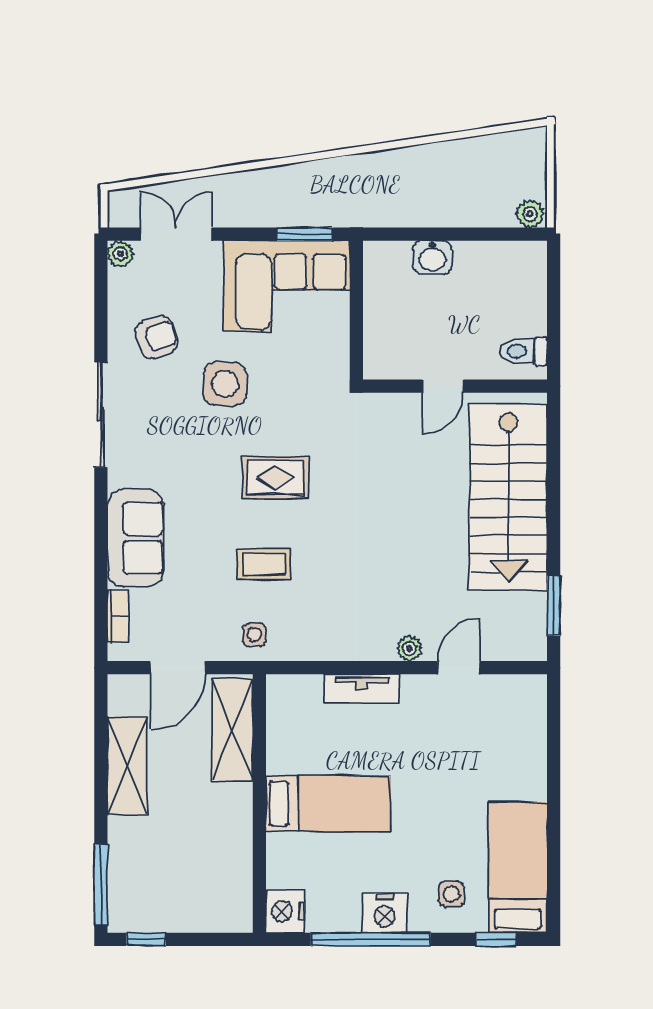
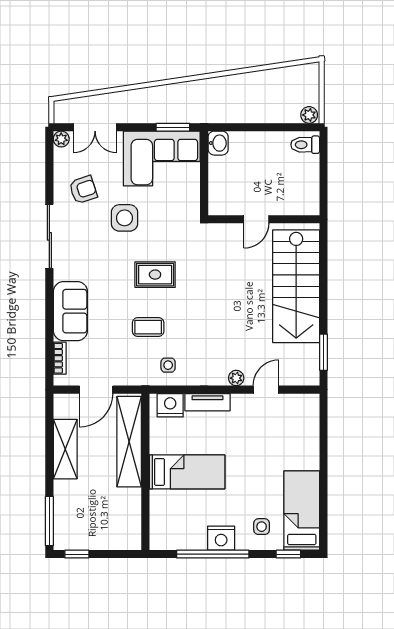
double door: (176, 234) -> (95, 127), swing flipped
washbasin: (433, 257) -> (218, 143), moved, turned -90
toilet: (523, 351) -> (305, 145), moved
side table: (254, 635) -> (168, 365), moved
shelving: (232, 730) -> (129, 442), width x1.47
nightstand: (285, 911) -> (170, 405), moved, turned 90

